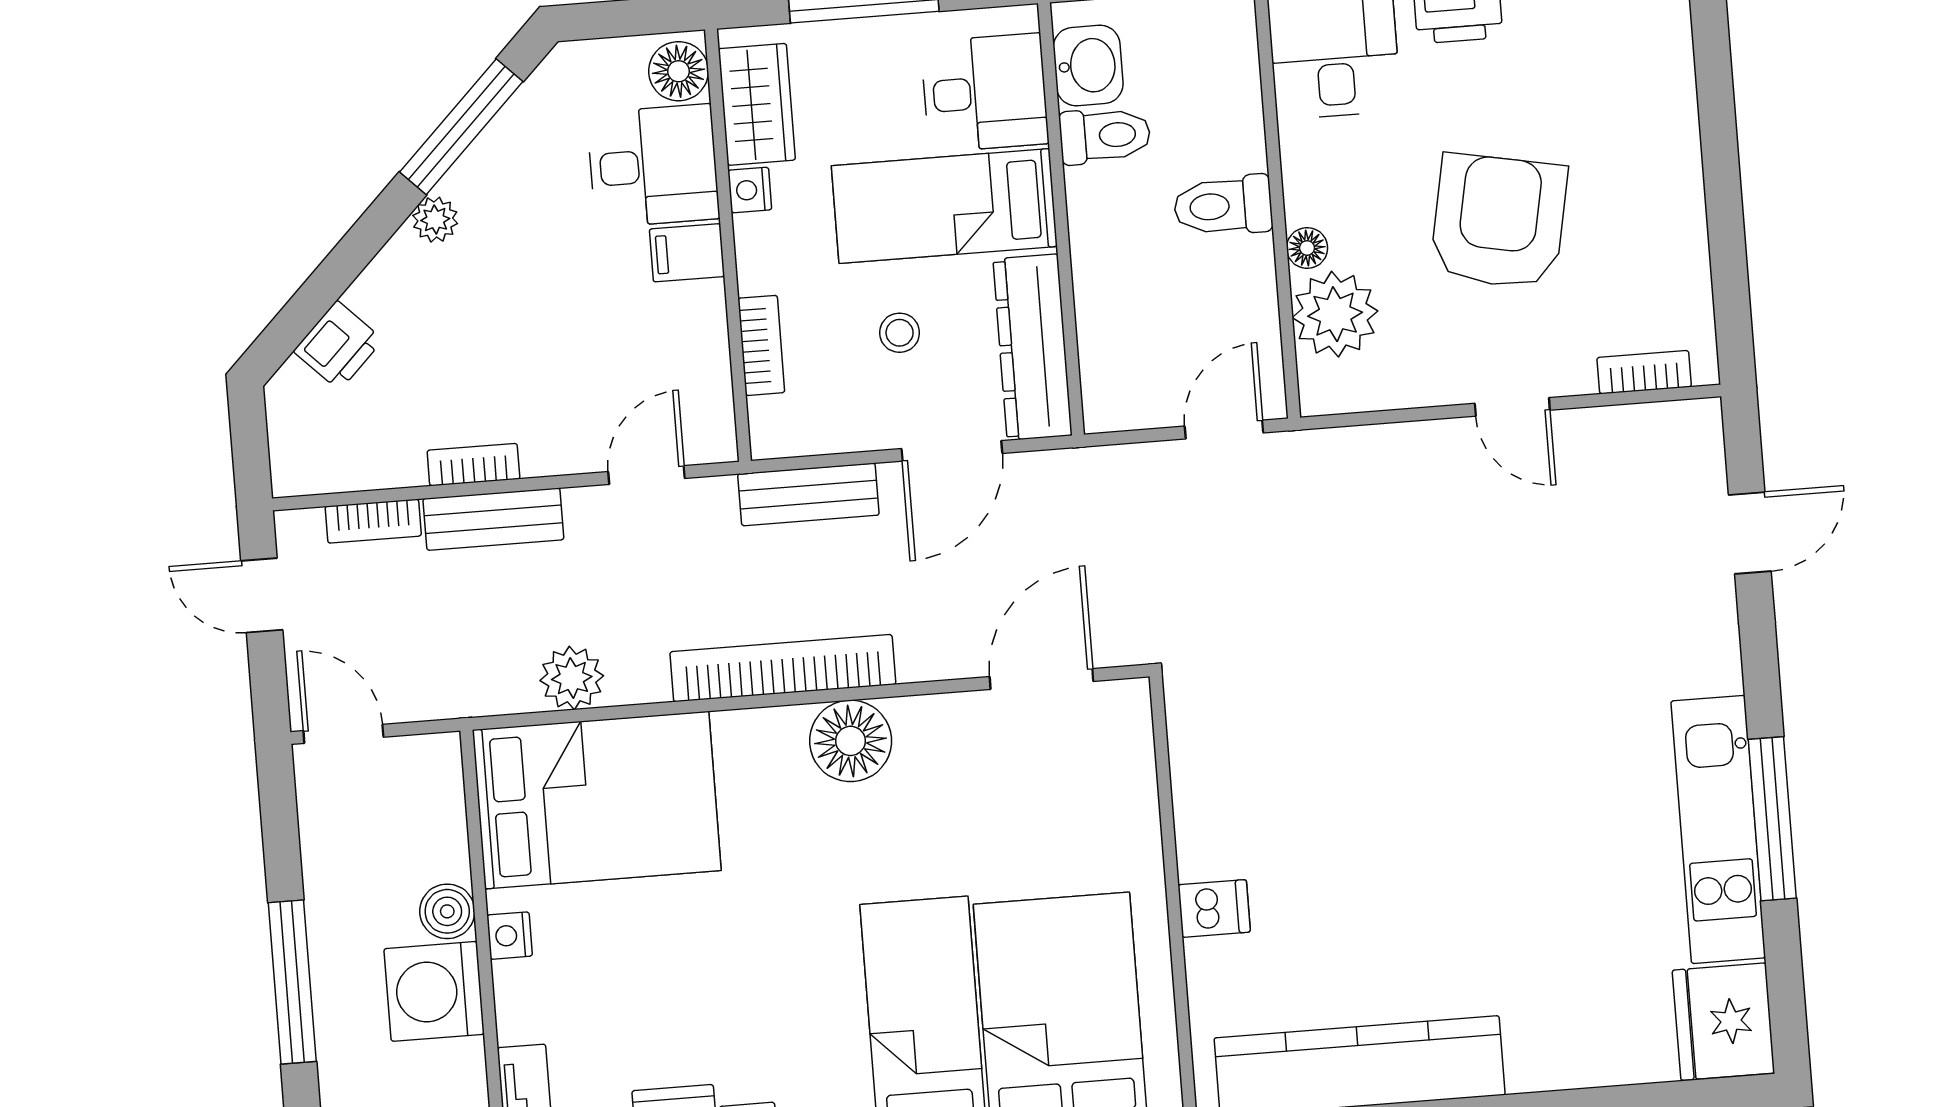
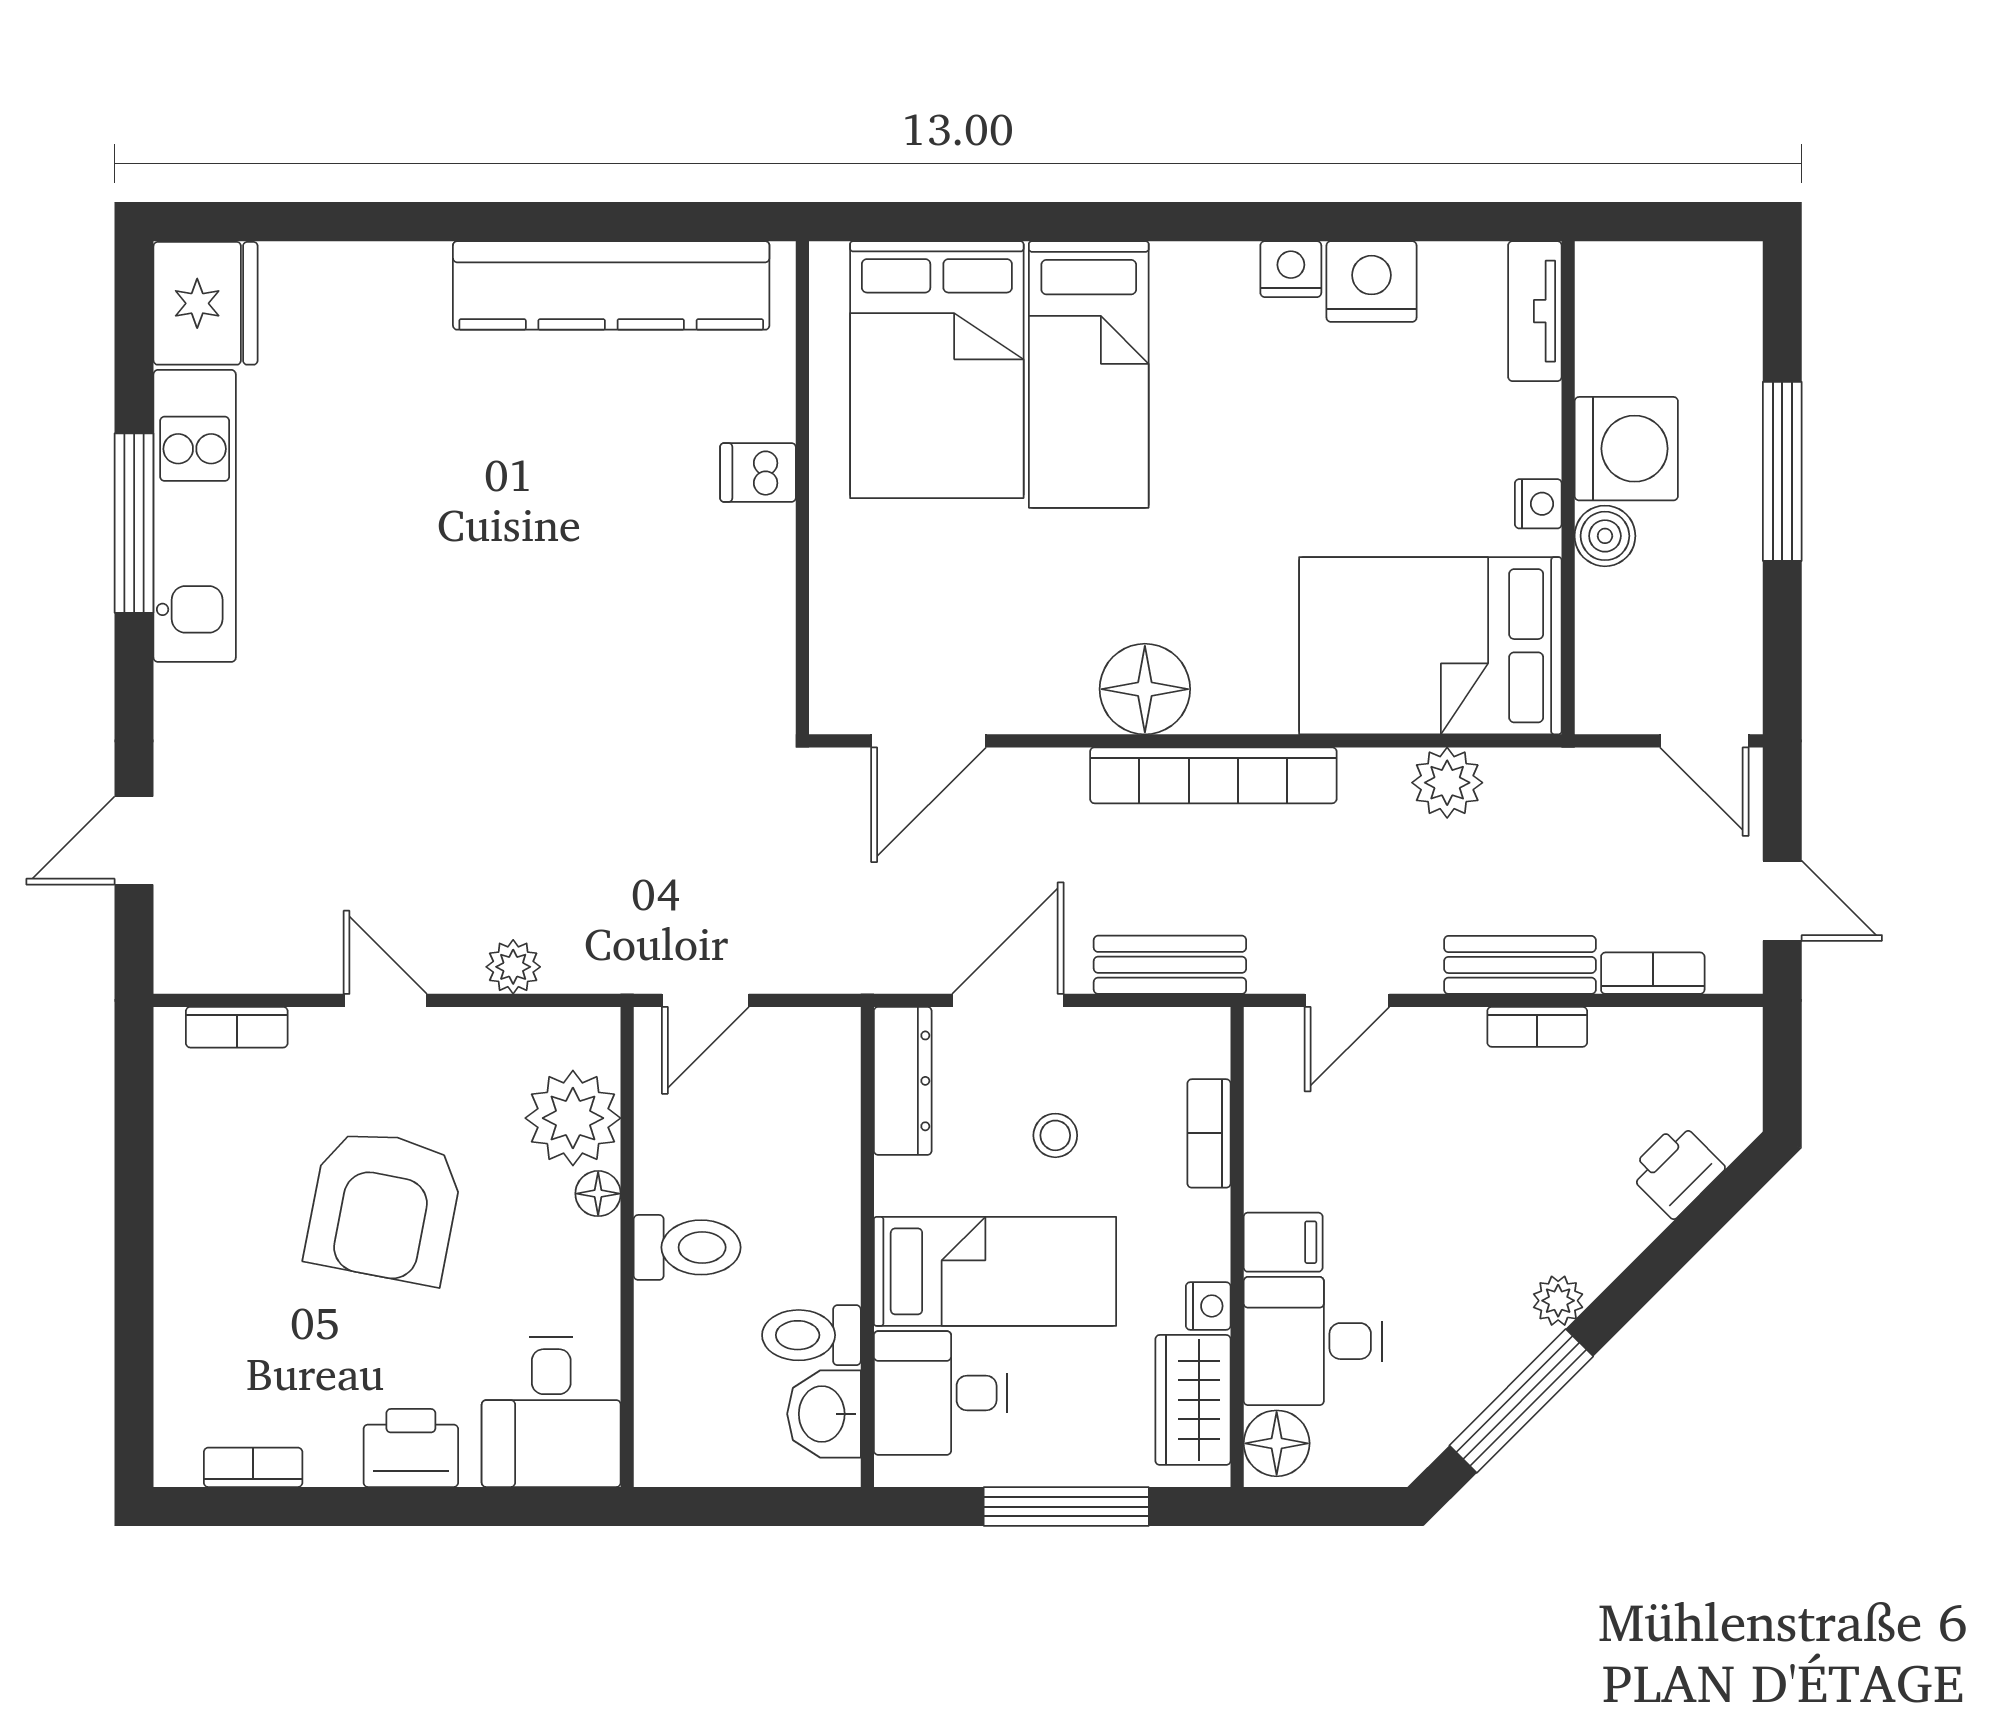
dresser: (1032, 347) -> (903, 1081), width x0.73, depth x0.80
plant: (1400, 446) -> (513, 967), added

